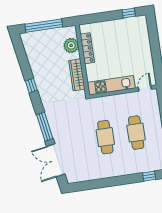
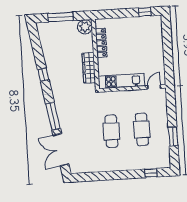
window: (44, 26) -> (61, 17), width x0.68
plant: (71, 45) -> (85, 27), moved

